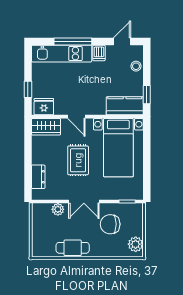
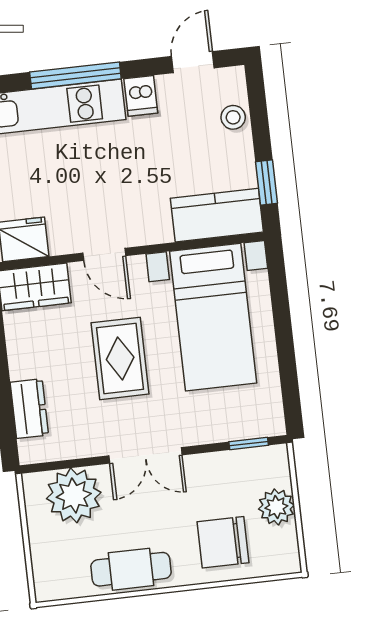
plant: (58, 209) -> (74, 495), width x1.88, depth x1.88
chair: (110, 224) -> (223, 542), moved
plant: (136, 244) -> (276, 507), moved

